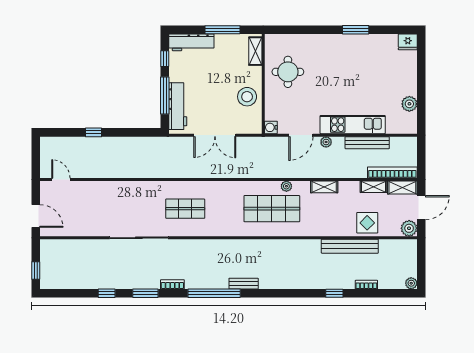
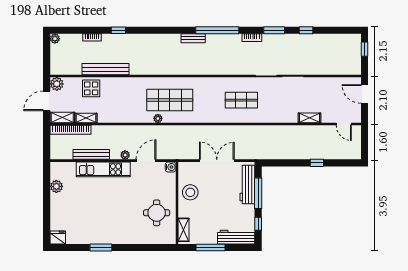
shelving: (324, 187) -> (309, 118), moved

